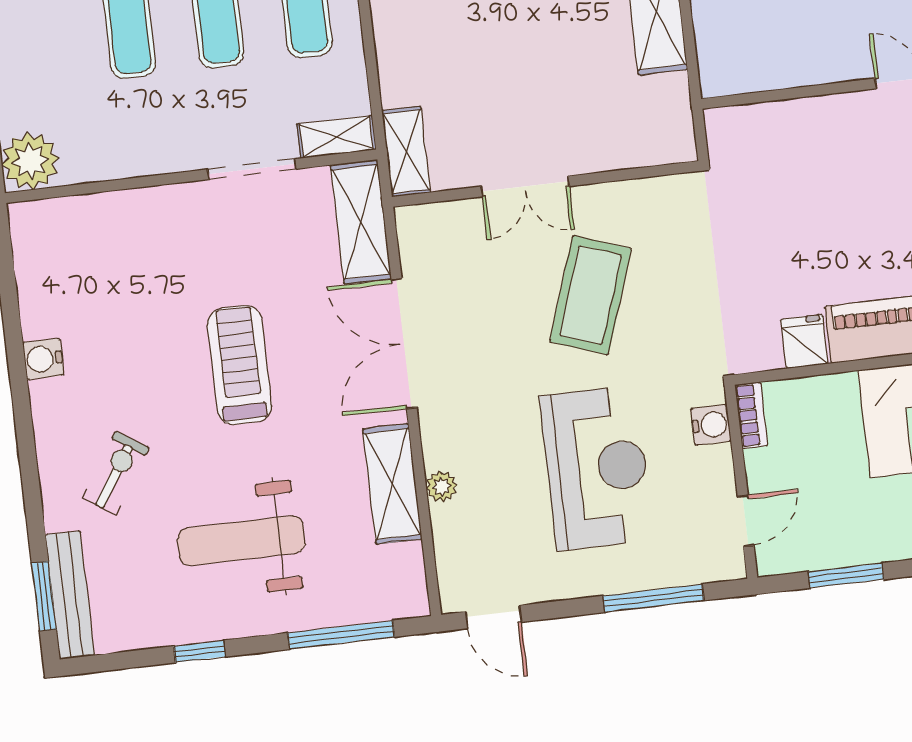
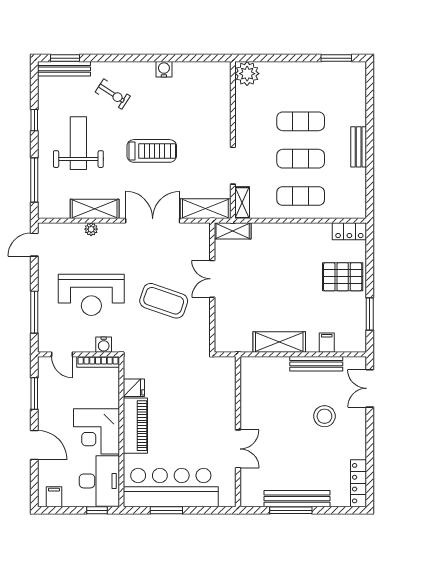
bookcase: (751, 415) -> (98, 362), width x1.56

